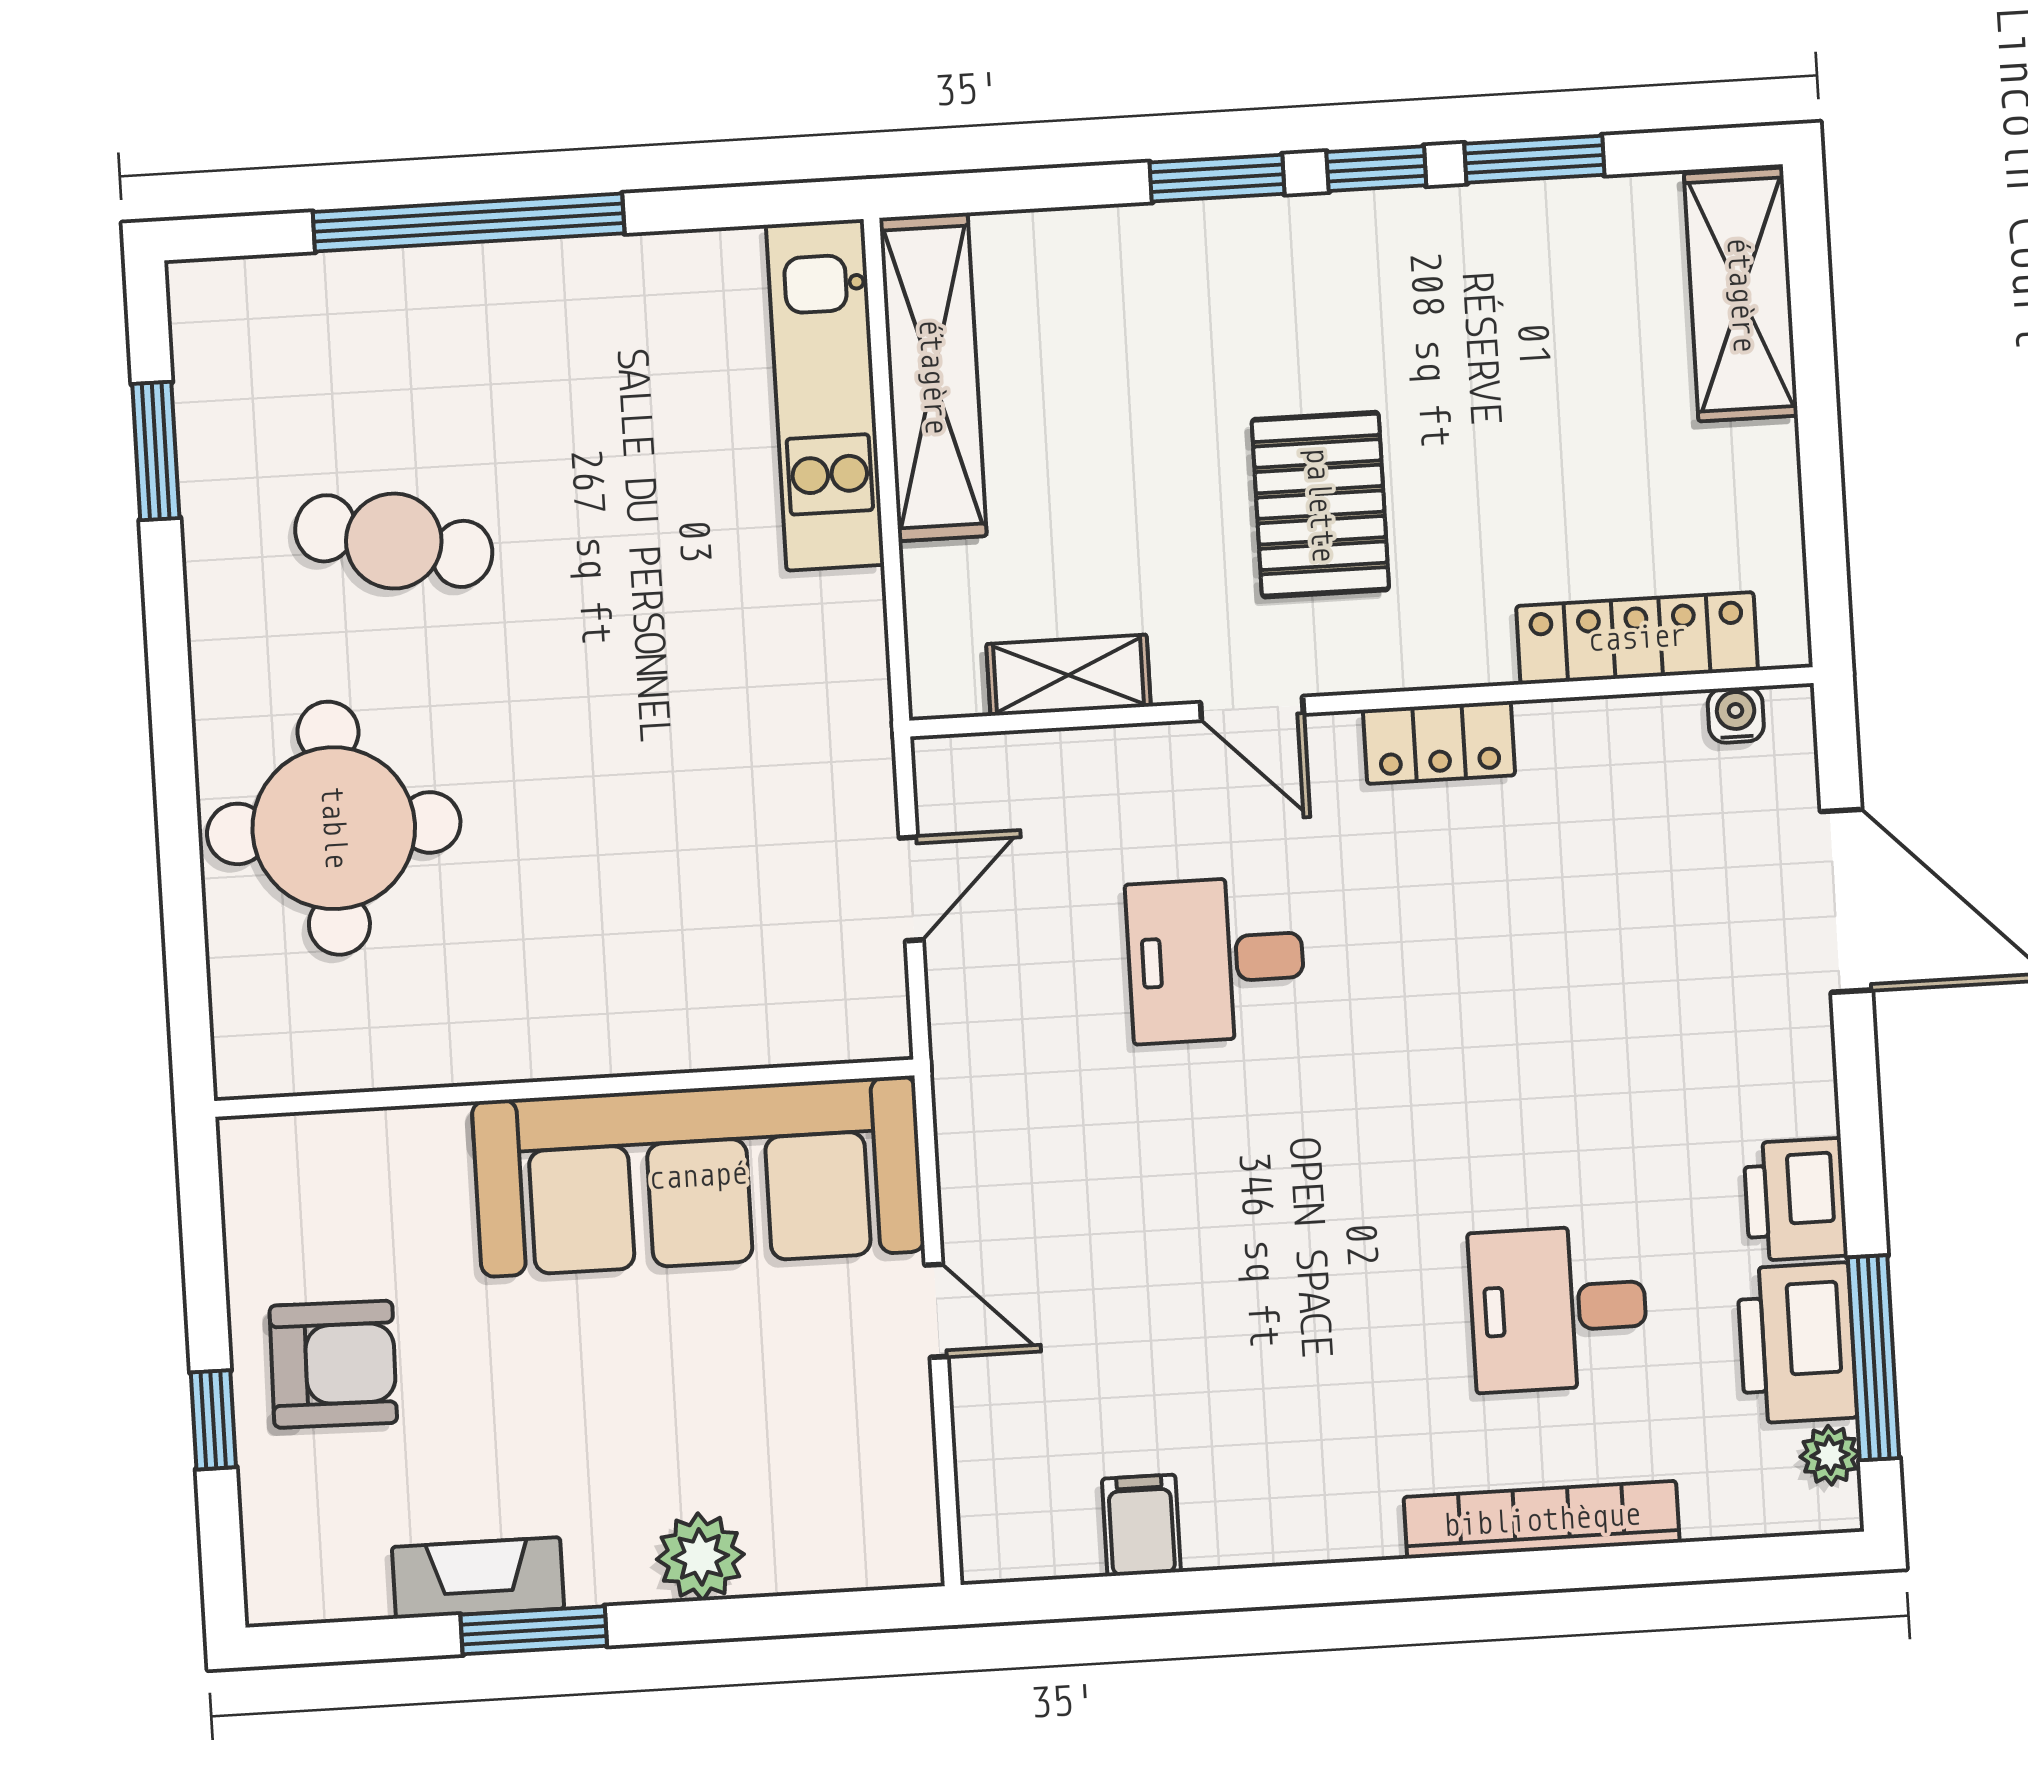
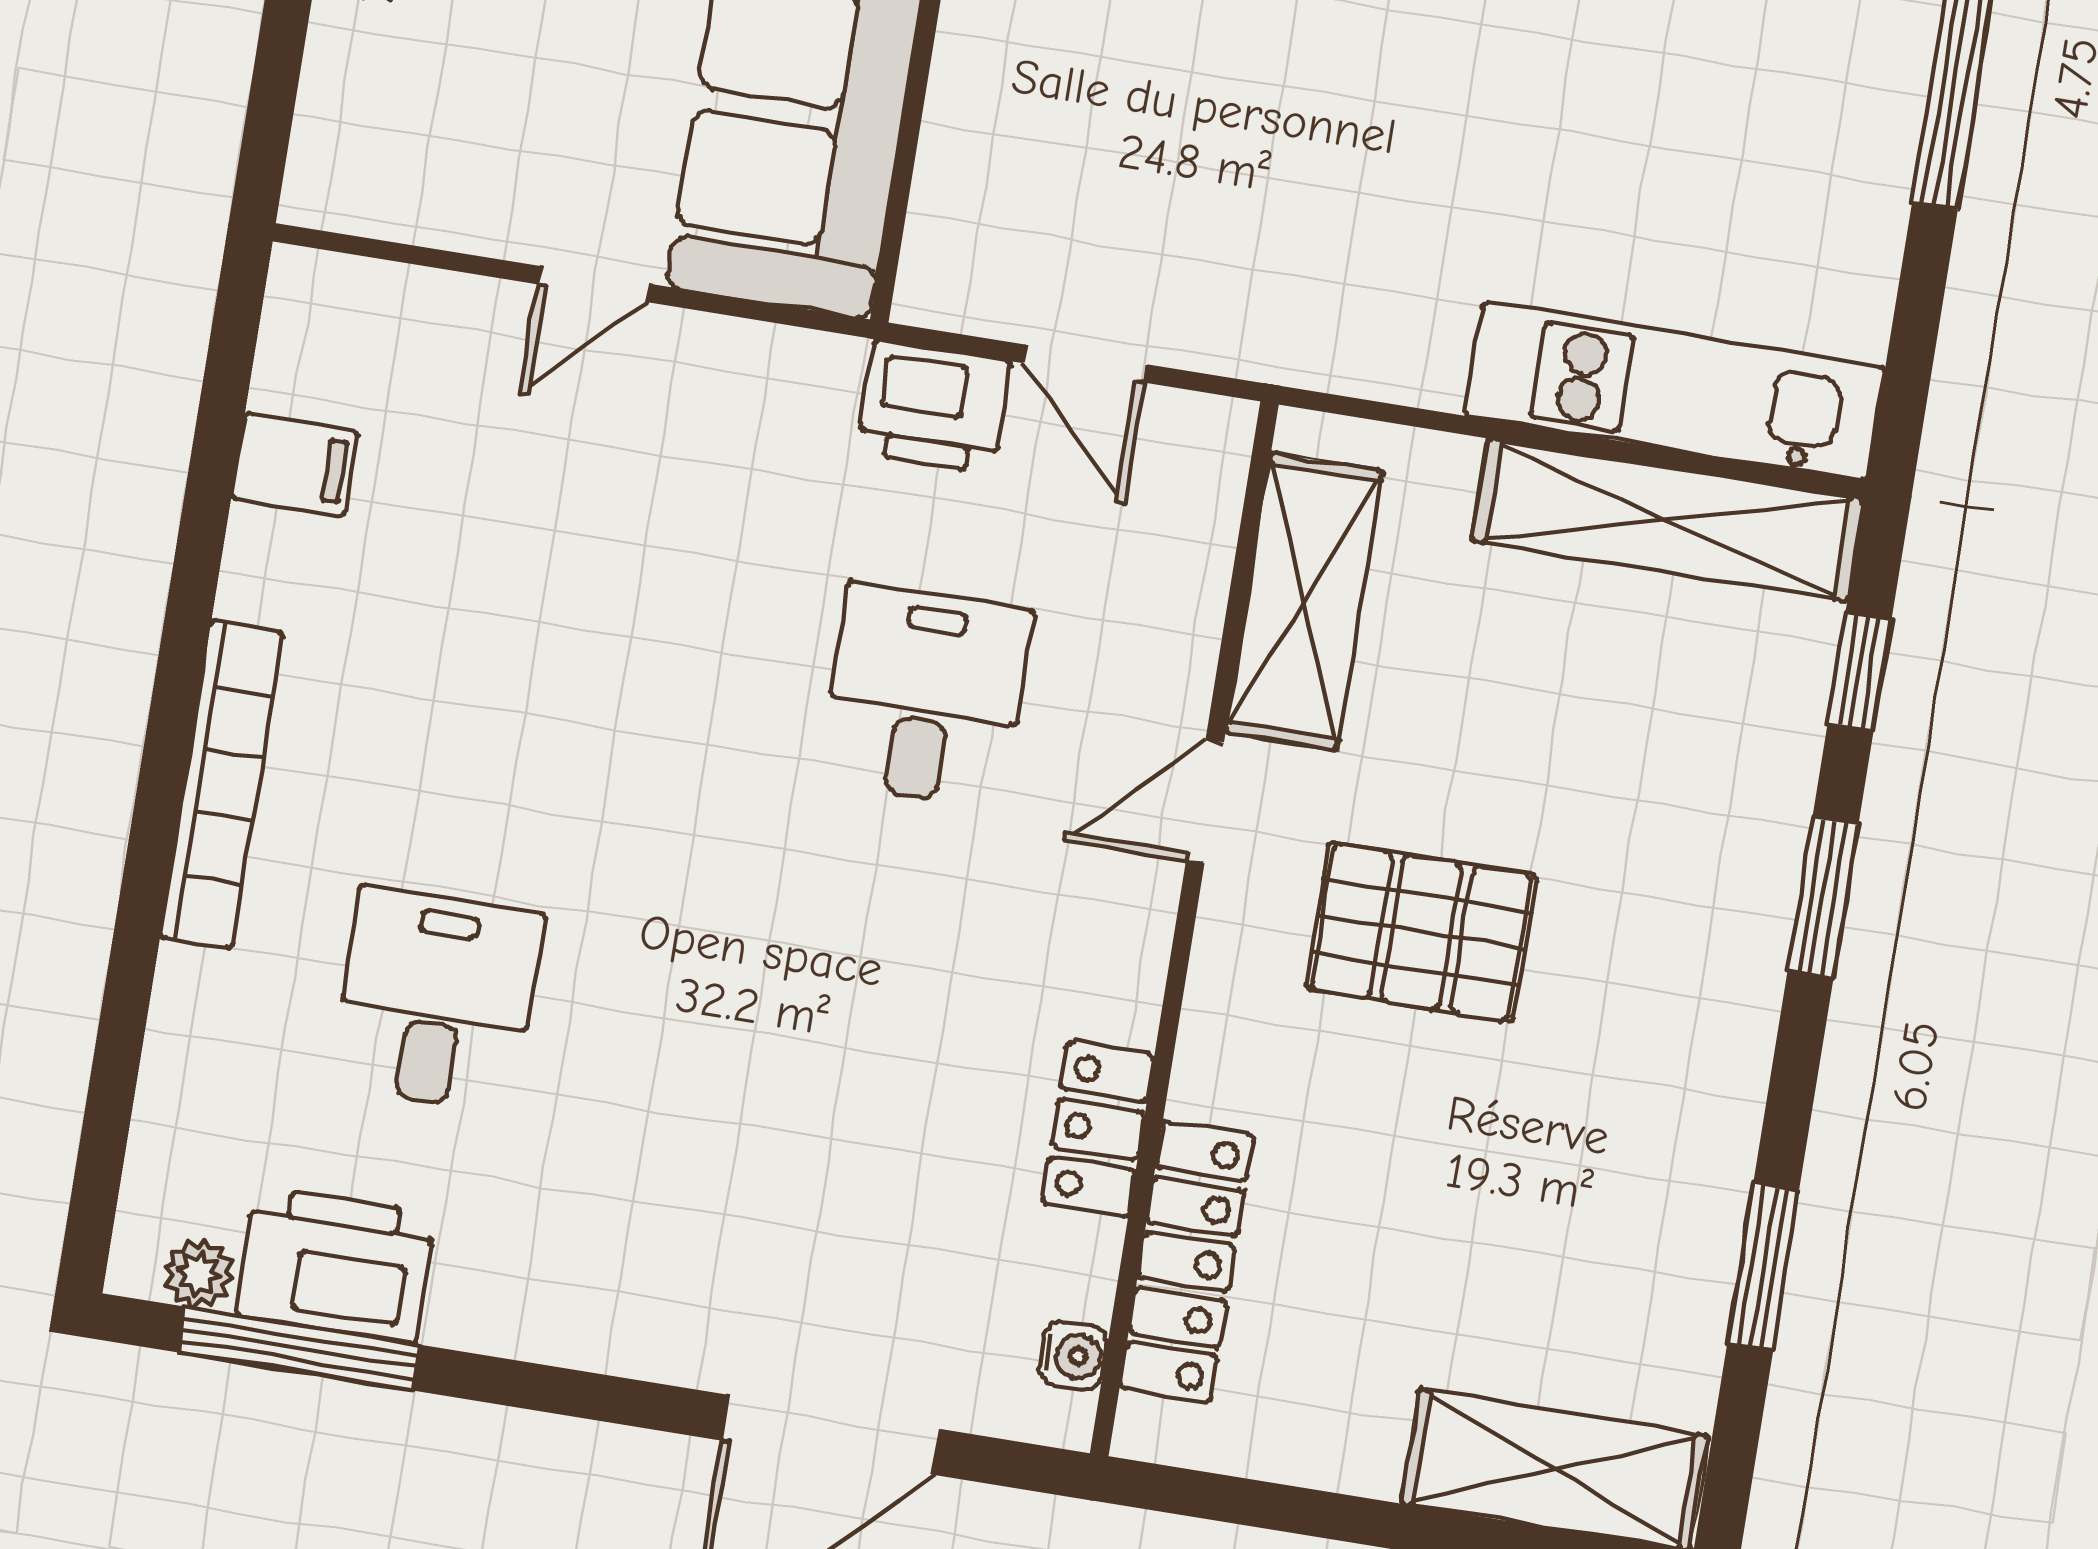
window: (1376, 169) -> (1860, 671), moved
shelving: (1069, 675) -> (1304, 602), width x1.50, depth x1.33
locker: (1439, 743) -> (1098, 1129), moved
printer: (1795, 1200) -> (934, 407), moved, turned 180
bookcase: (1542, 1520) -> (222, 785), moved

